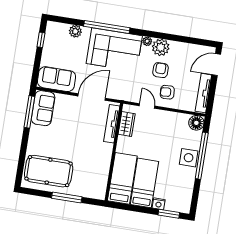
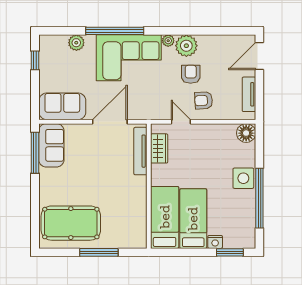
tv unit: (203, 93) -> (249, 94), width x0.71
window: (202, 156) -> (259, 198), moved

